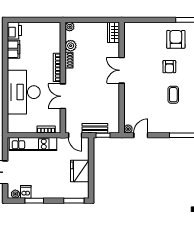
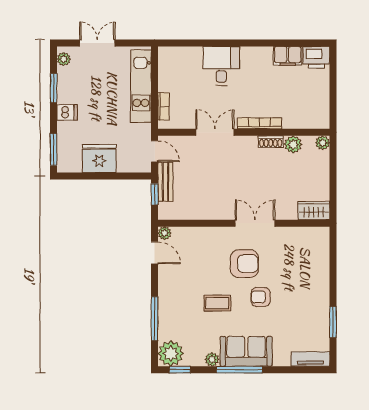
armchair: (176, 39) -> (244, 264), moved
desk: (24, 92) -> (221, 66), width x0.53, depth x0.77
door: (75, 135) -> (155, 151), swing flipped
dishwasher: (26, 192) -> (67, 112), moved

